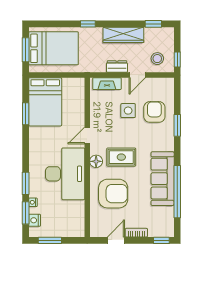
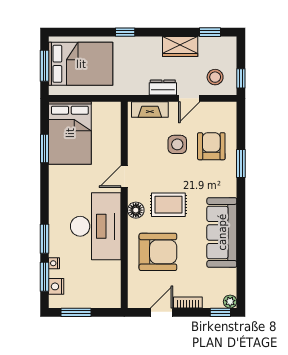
wardrobe: (123, 35) -> (180, 46), width x0.67
window: (177, 192) -> (241, 249), removed
plant: (169, 232) -> (230, 302), added

